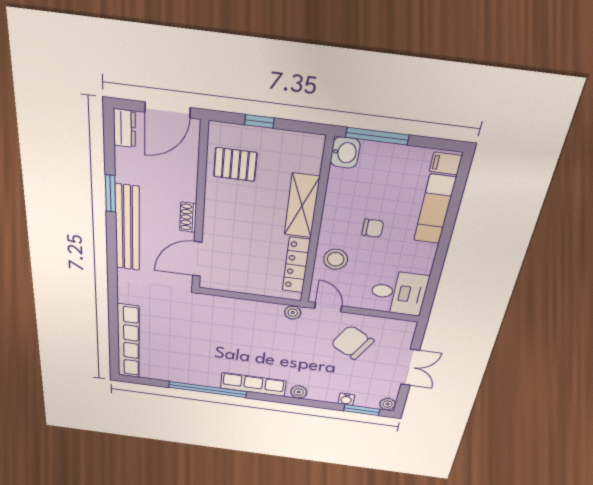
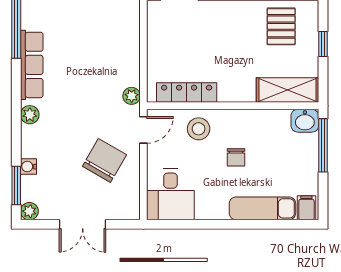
shelving: (302, 206) -> (288, 90), moved

